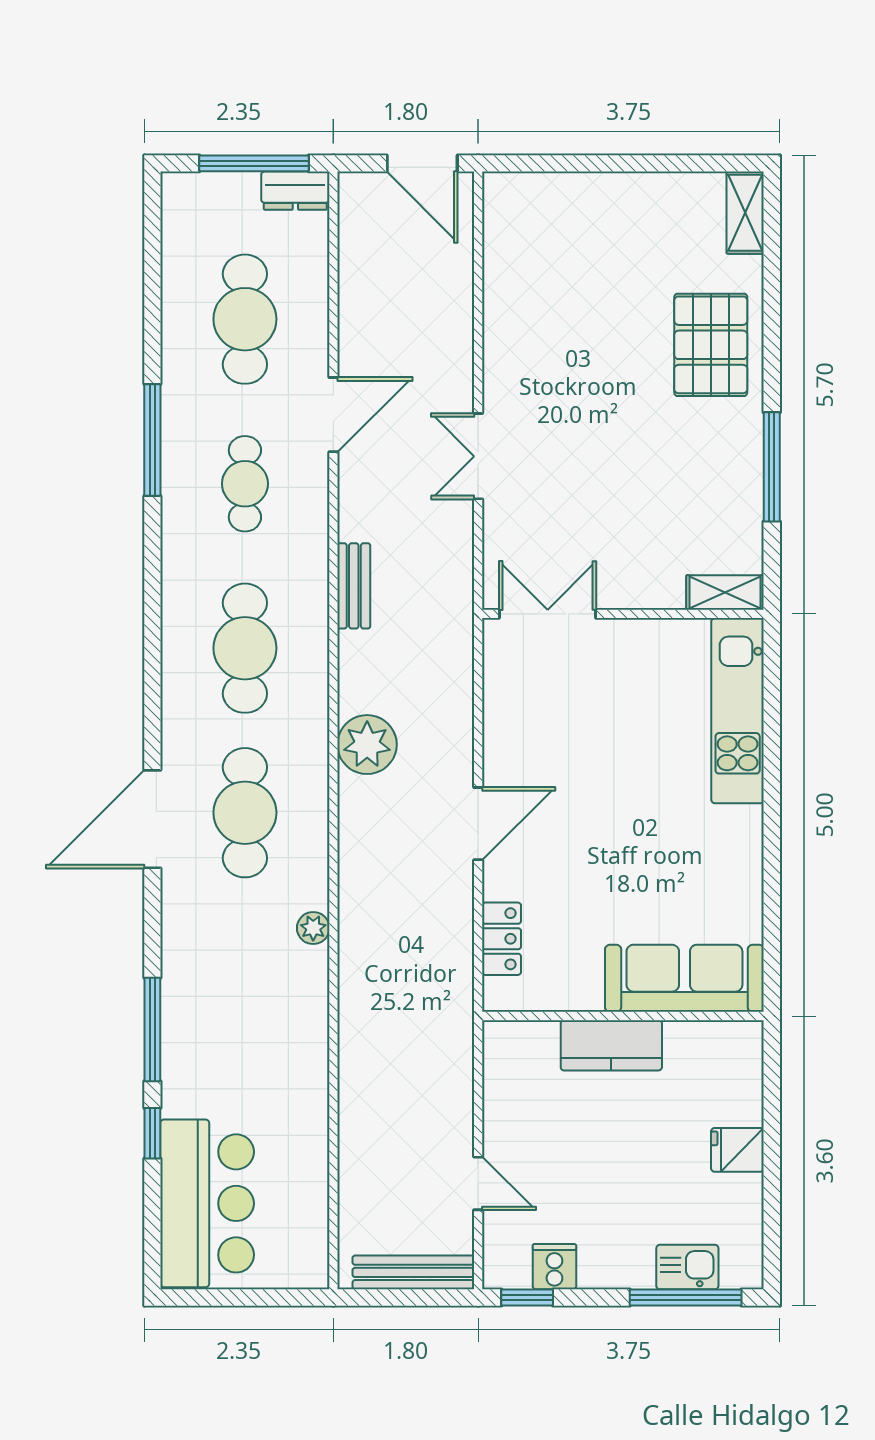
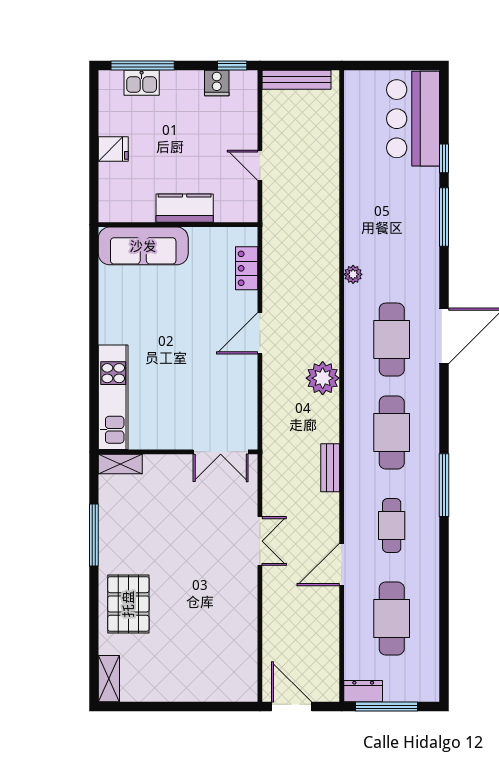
window: (152, 440) -> (444, 485), moved
door: (478, 1183) -> (260, 165), moved

